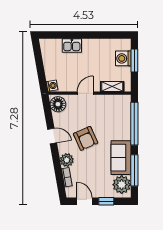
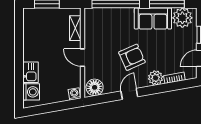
washing machine: (123, 58) -> (31, 92), moved, turned -90

